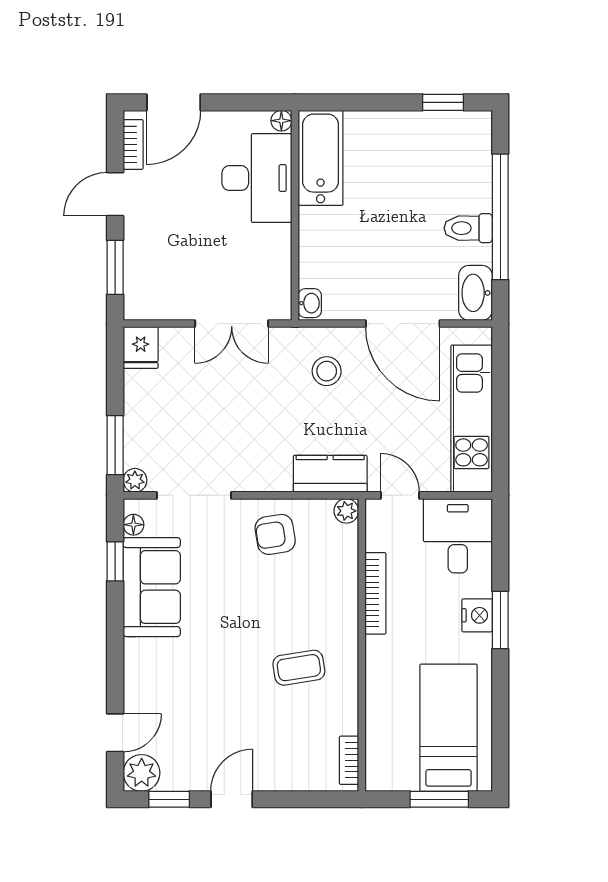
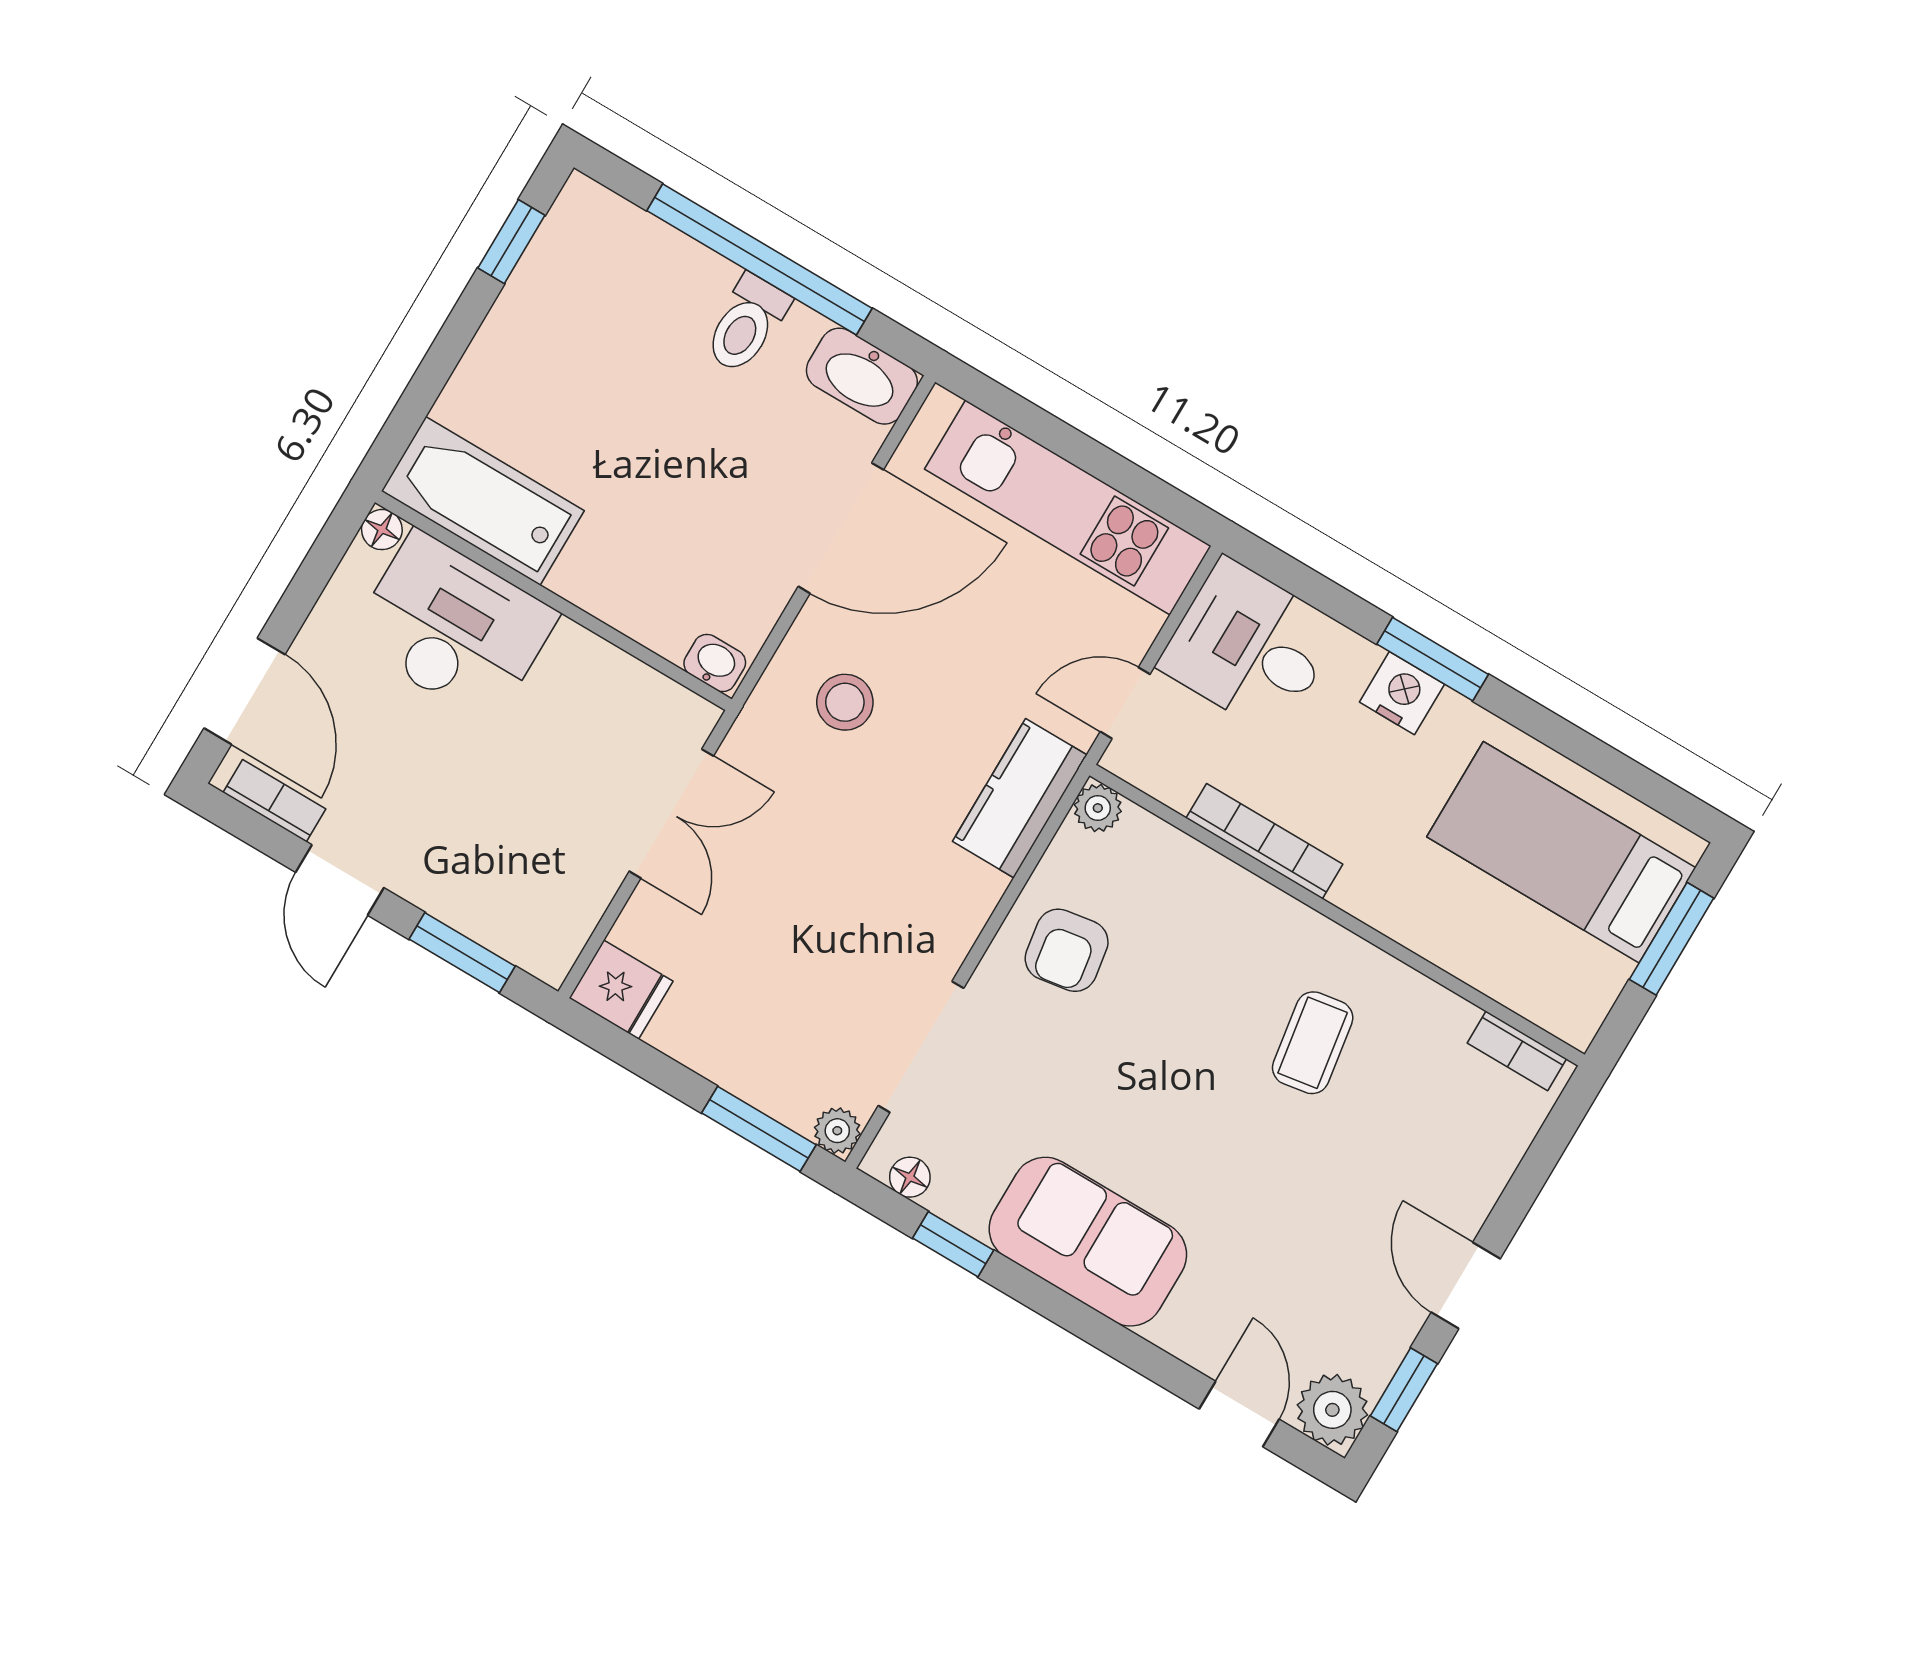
sofa: (152, 587) -> (1088, 1242), moved

